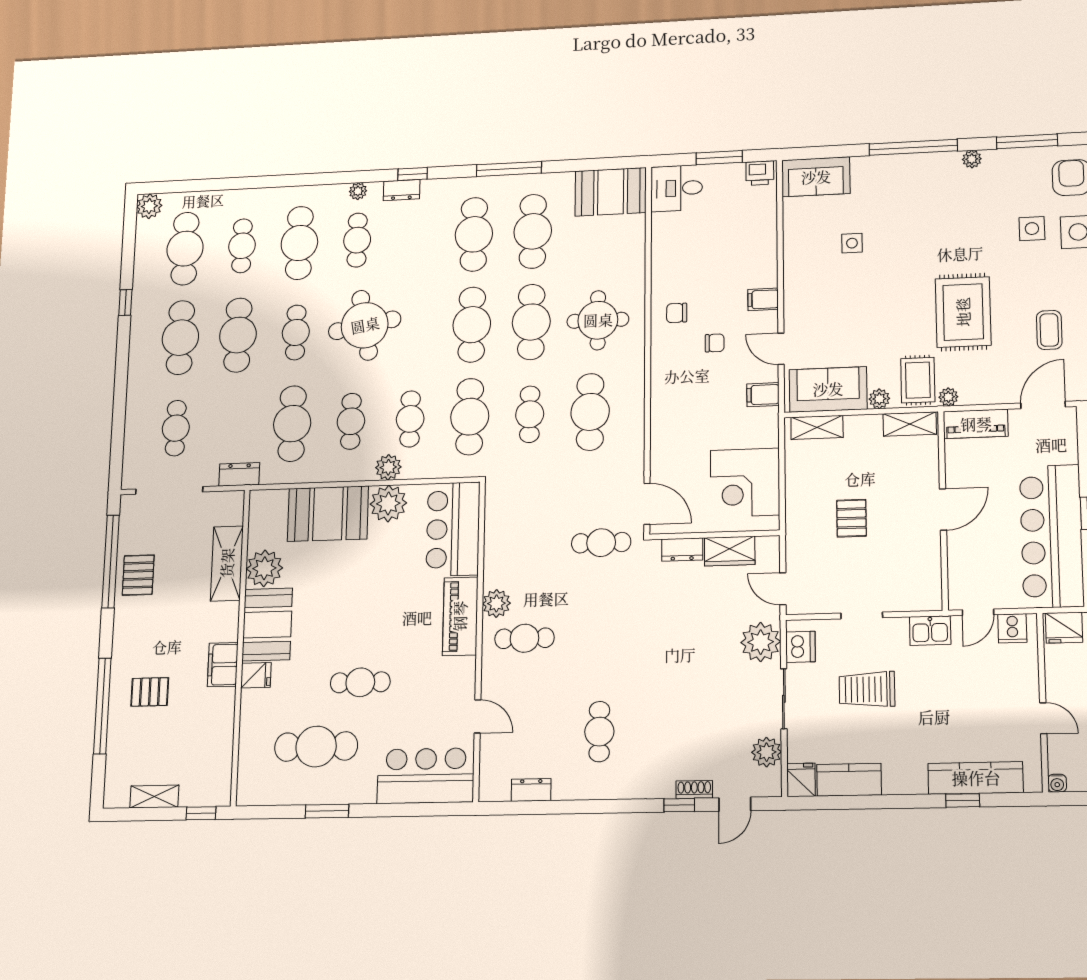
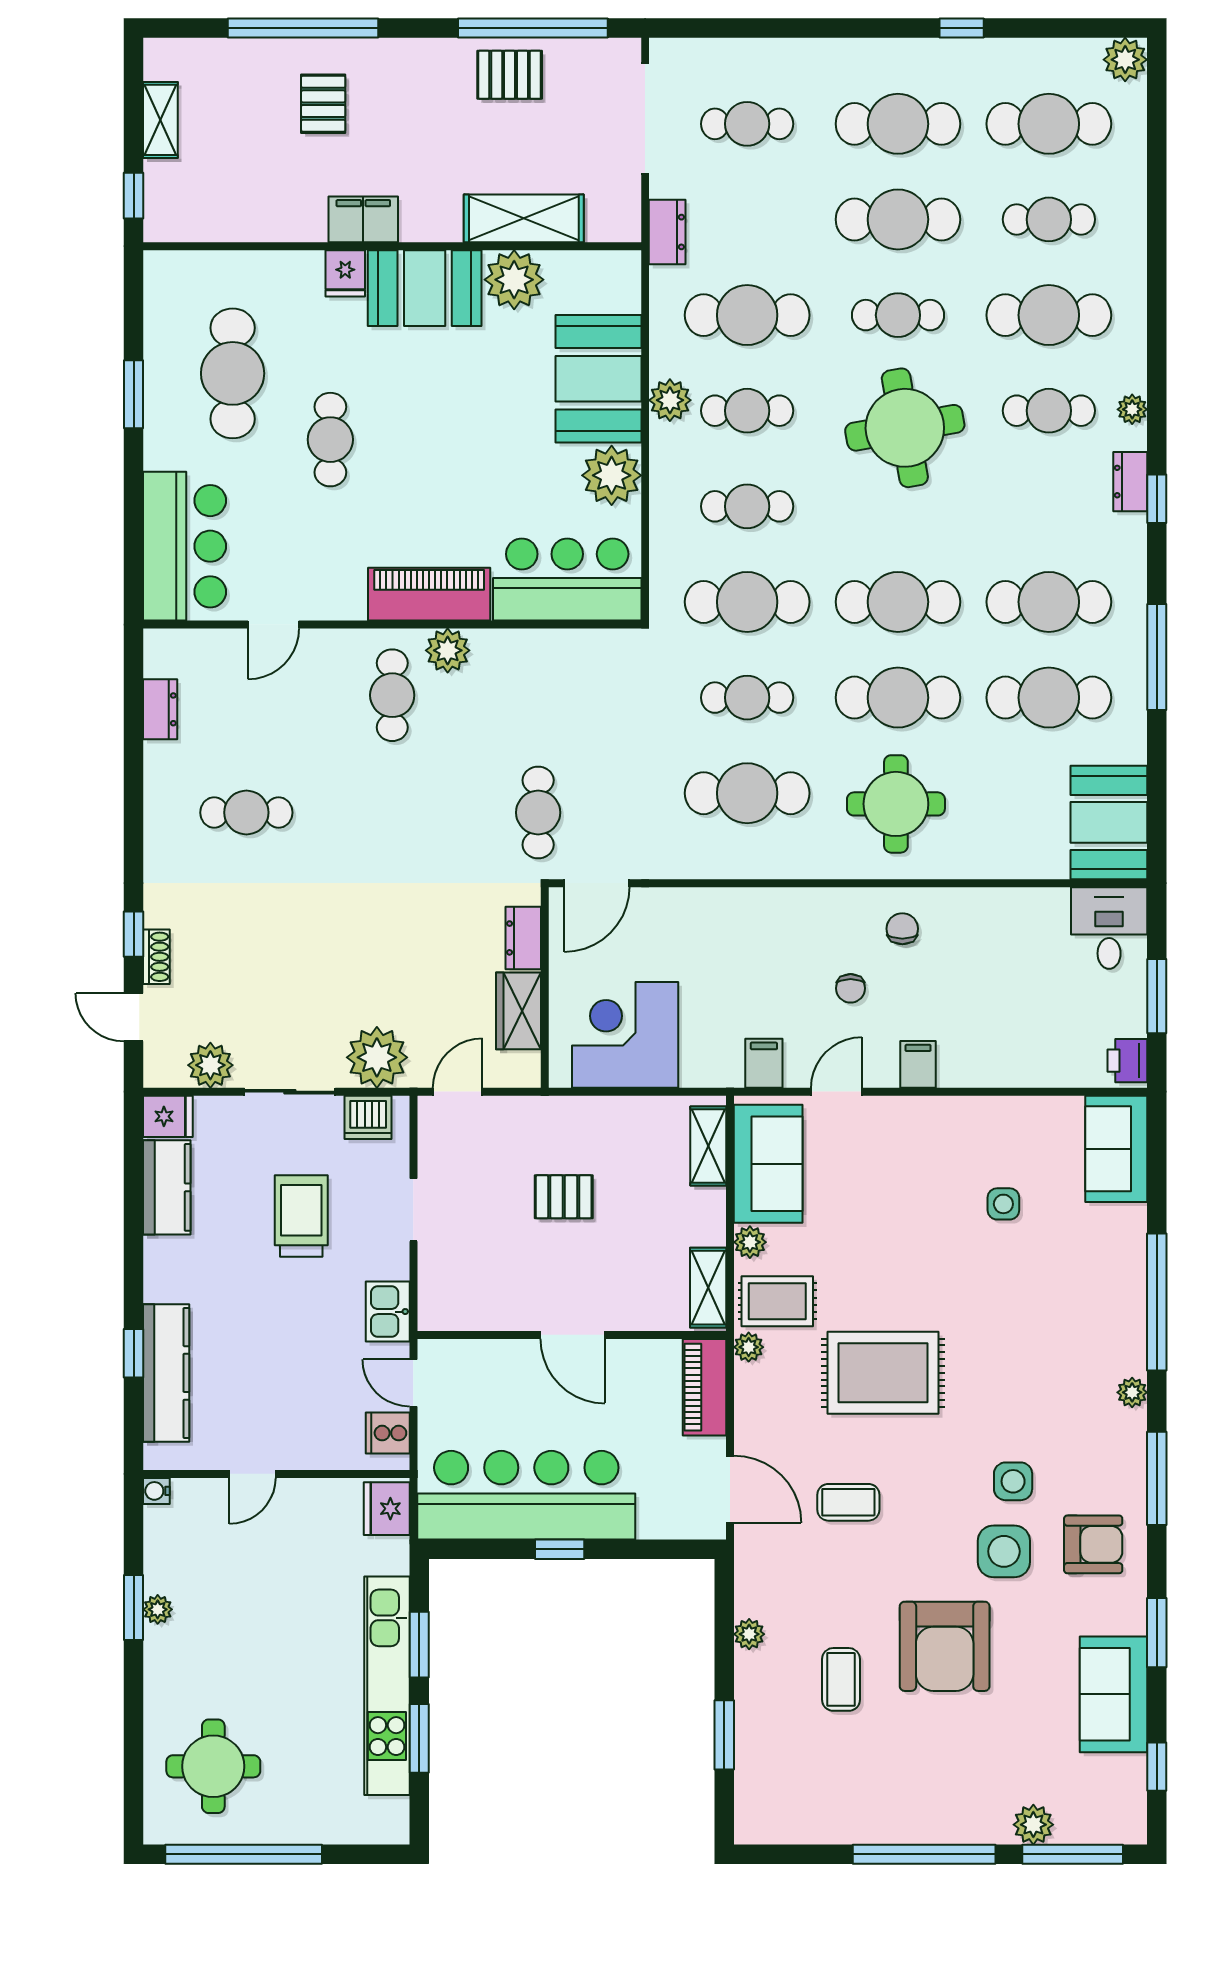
plant: (388, 467) -> (670, 400), moved

